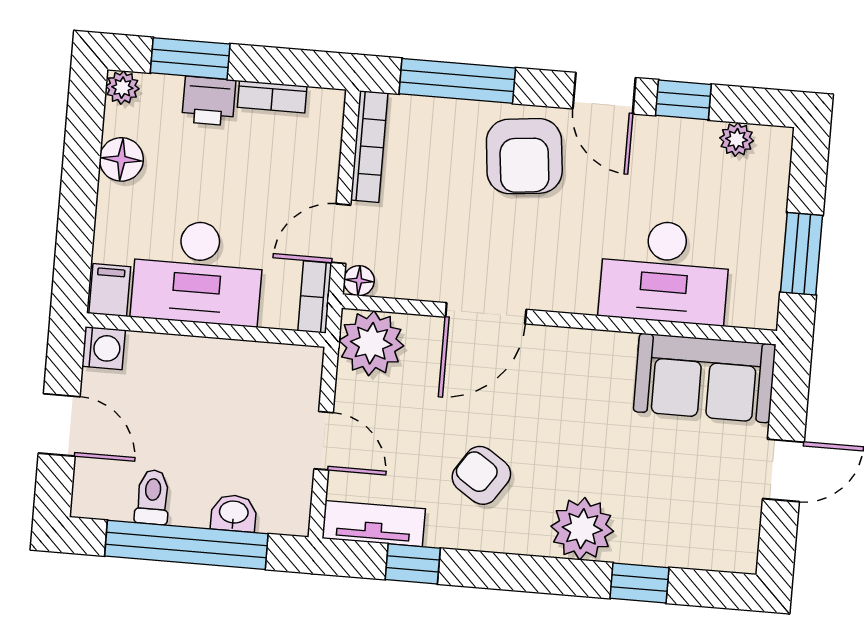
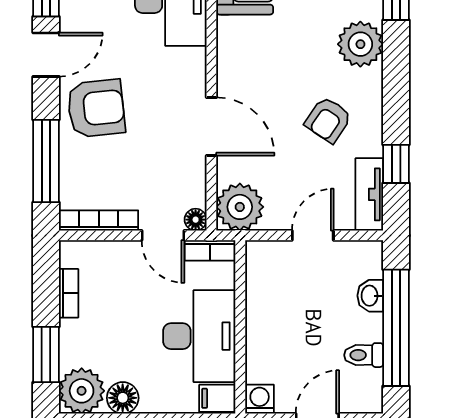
plant: (122, 88) -> (82, 391), width x1.88, depth x1.88
printer: (209, 101) -> (75, 338), removed

